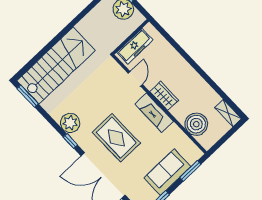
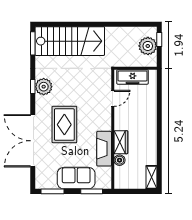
wardrobe: (164, 96) -> (121, 142), moved
fireplace: (154, 113) -> (104, 149), moved
boiler: (196, 124) -> (120, 160), width x0.54, depth x0.54
window: (70, 141) -> (33, 87), moved

